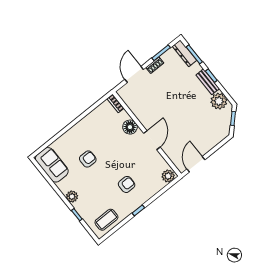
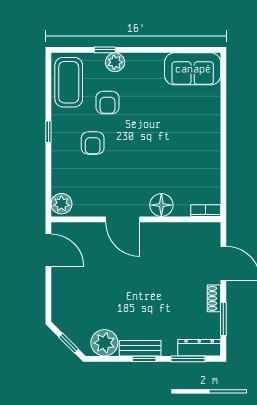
armchair: (88, 159) -> (108, 103), moved
plant: (72, 197) -> (115, 62), moved
coffee table: (106, 220) -> (69, 82), width x1.36, depth x1.32

